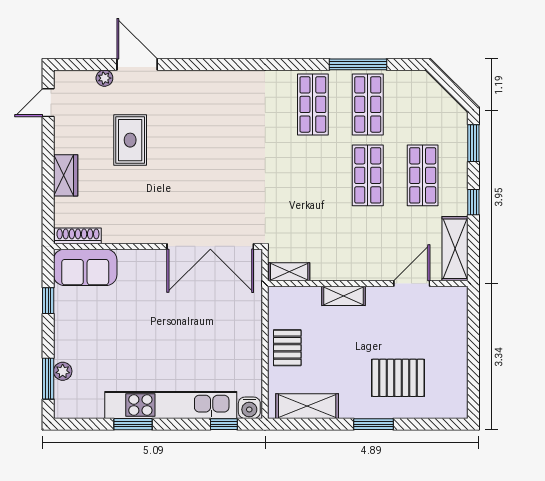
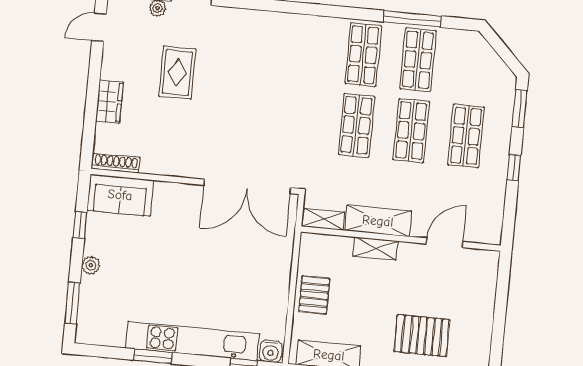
shop shelf: (313, 175) -> (356, 125), added
shelving: (455, 249) -> (378, 221), moved, turned 90
plant: (63, 371) -> (91, 265), moved

